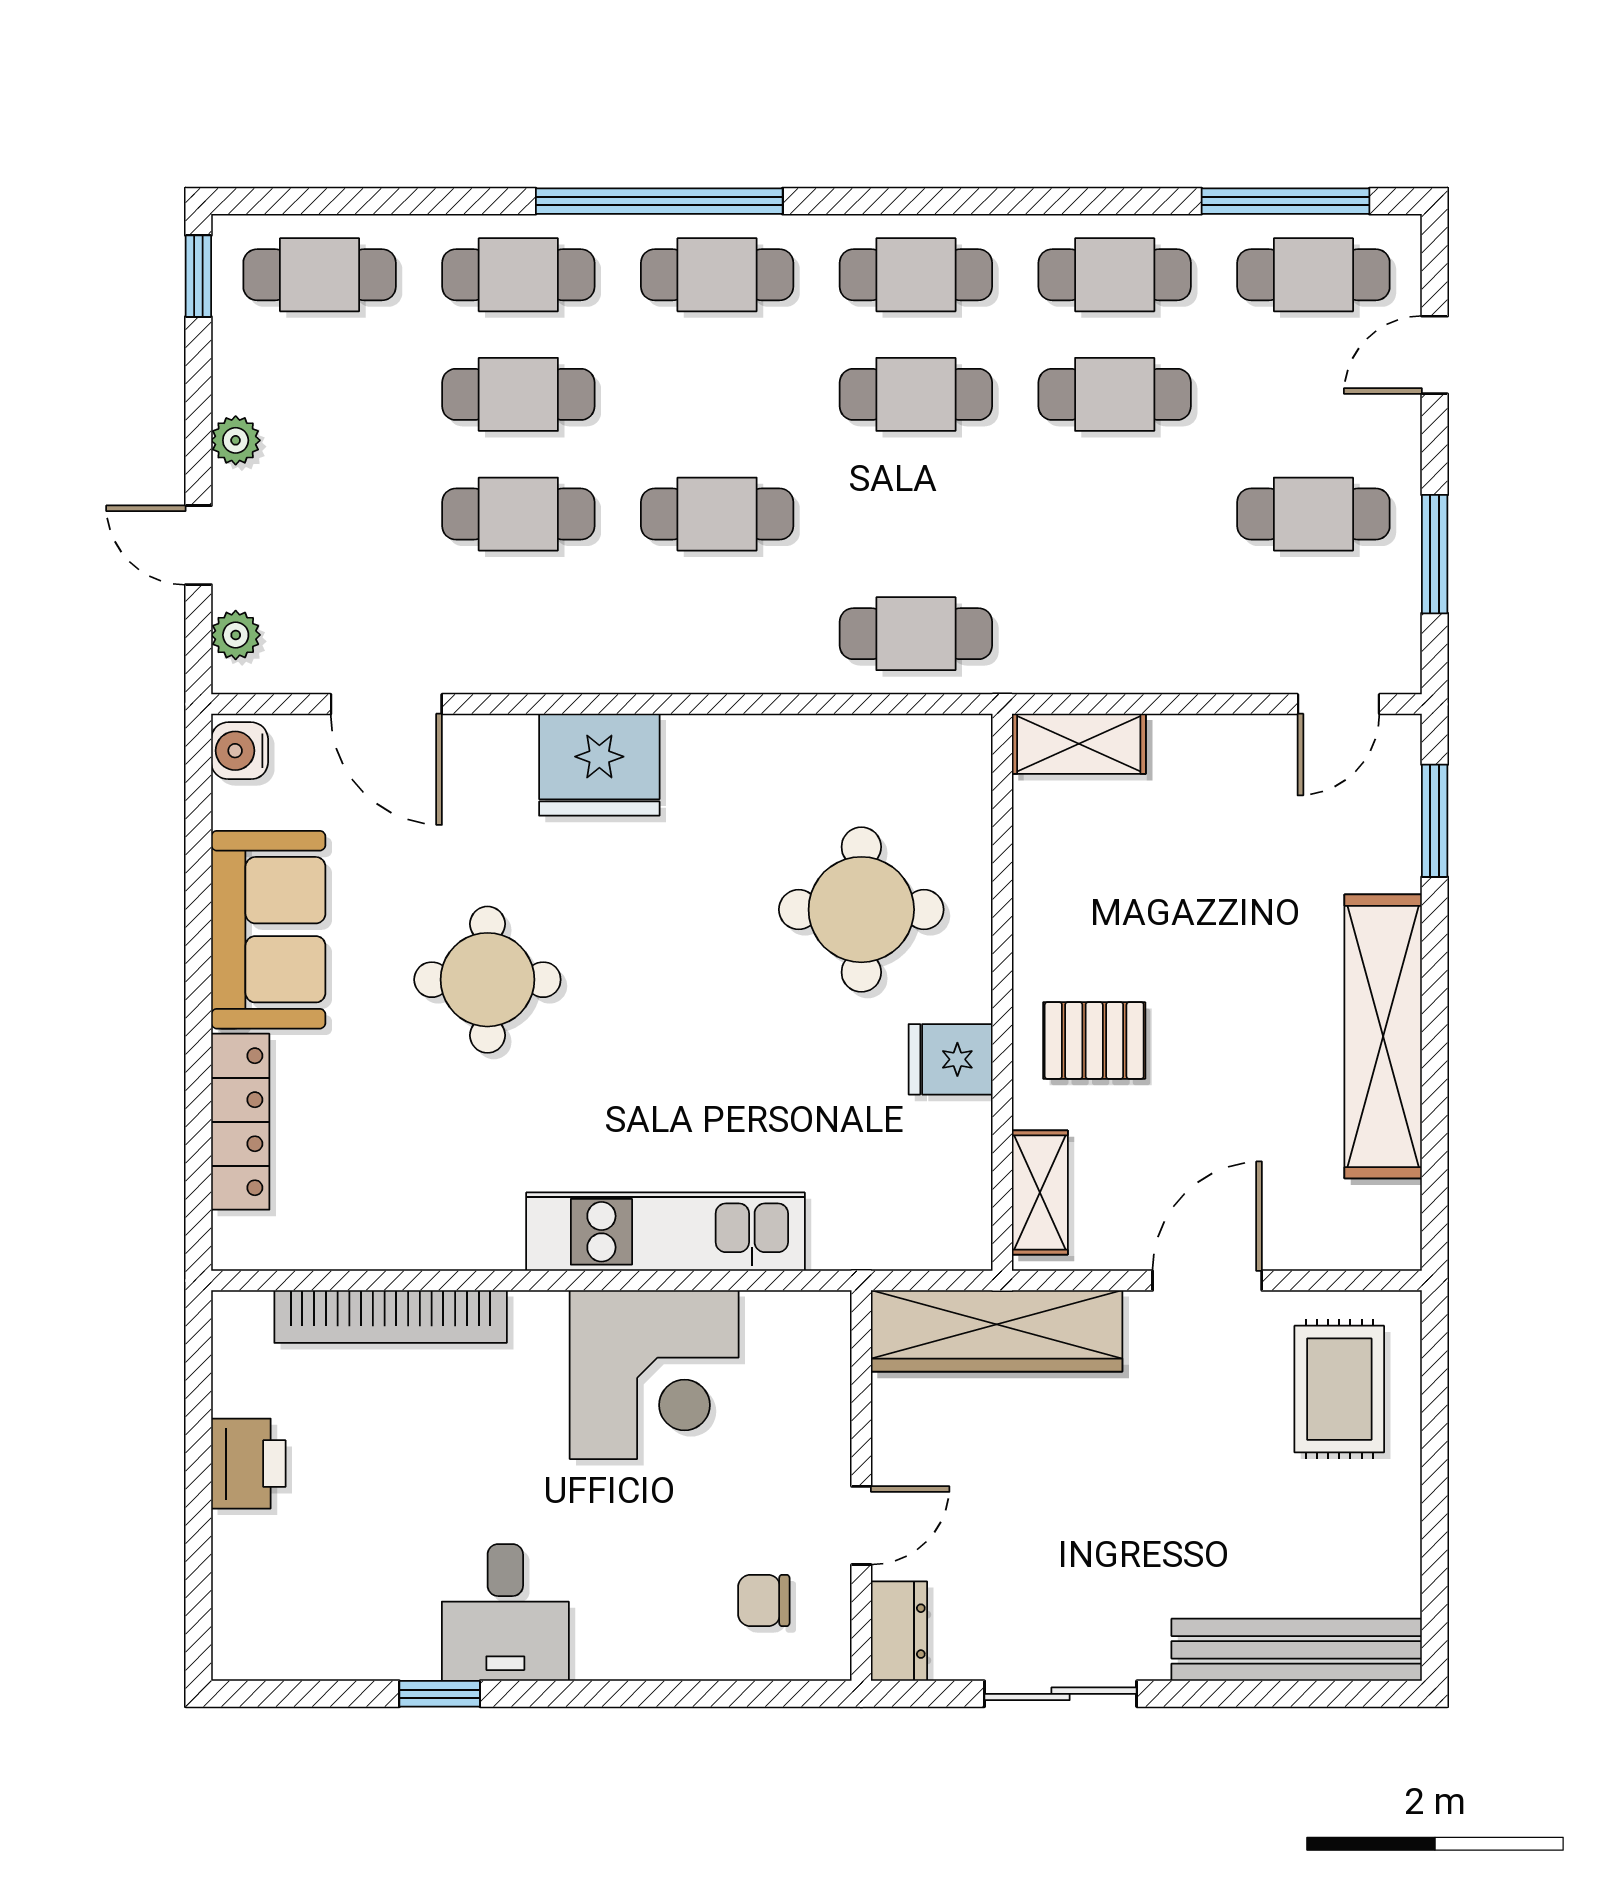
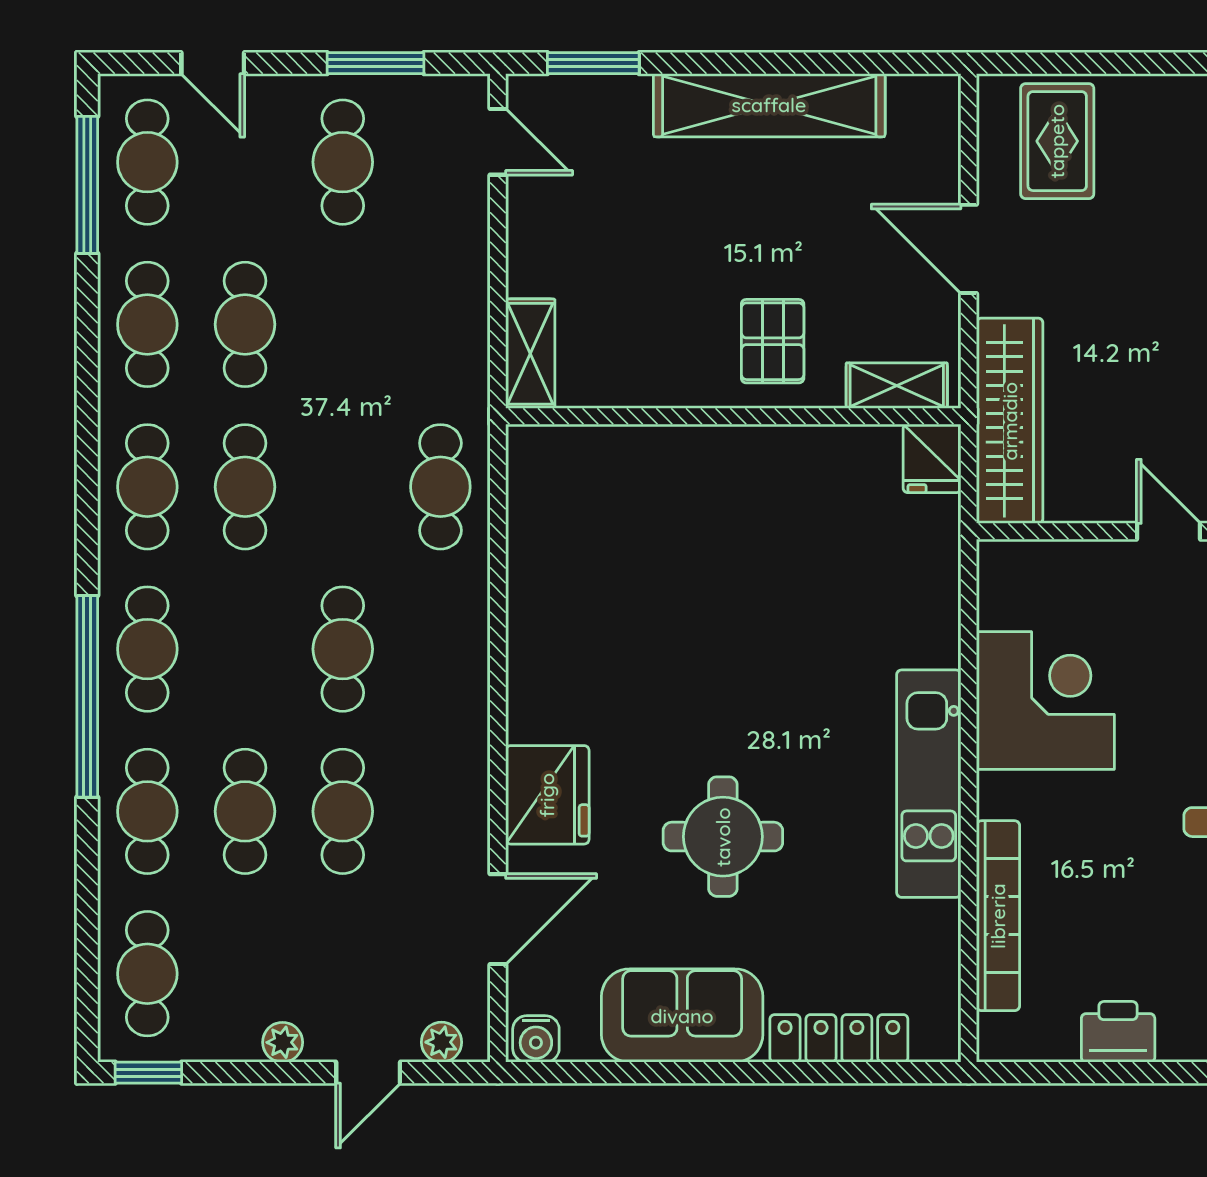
fridge: (599, 765) -> (547, 795), moved
round table: (861, 910) -> (666, 531), removed
fridge: (951, 1059) -> (932, 458), moved
kitchen unit: (665, 1232) -> (929, 784), moved
rug: (1339, 1389) -> (1057, 141), turned 90

